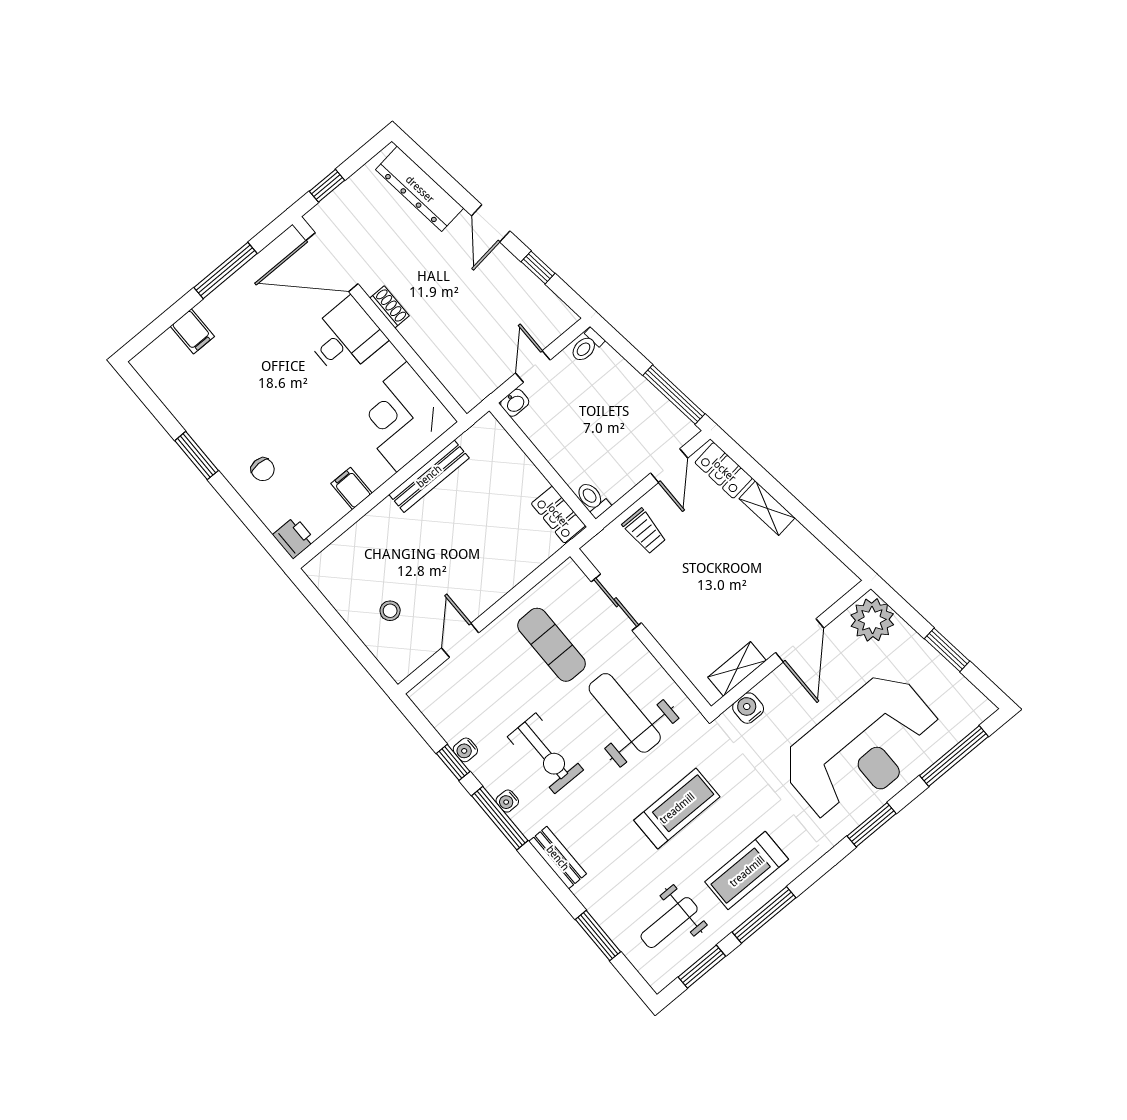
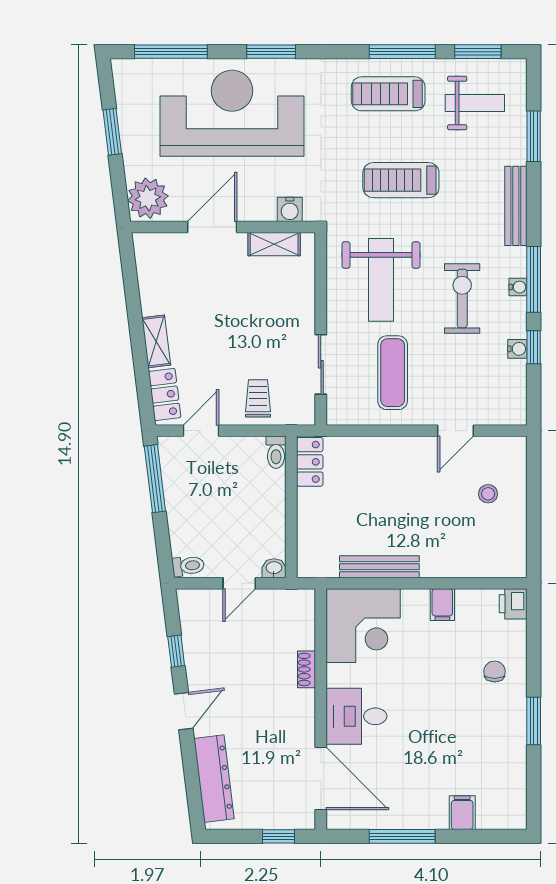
shoe rack: (389, 307) -> (306, 669), moved
bench: (558, 858) -> (516, 206), width x1.36
treadmill: (747, 871) -> (388, 94), turned 180

